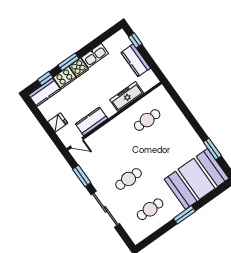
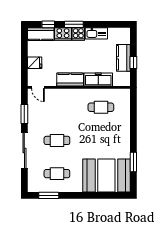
window: (135, 40) -> (133, 62), moved
kitchen counter: (92, 121) -> (70, 79), moved
window: (184, 215) -> (49, 195), moved

